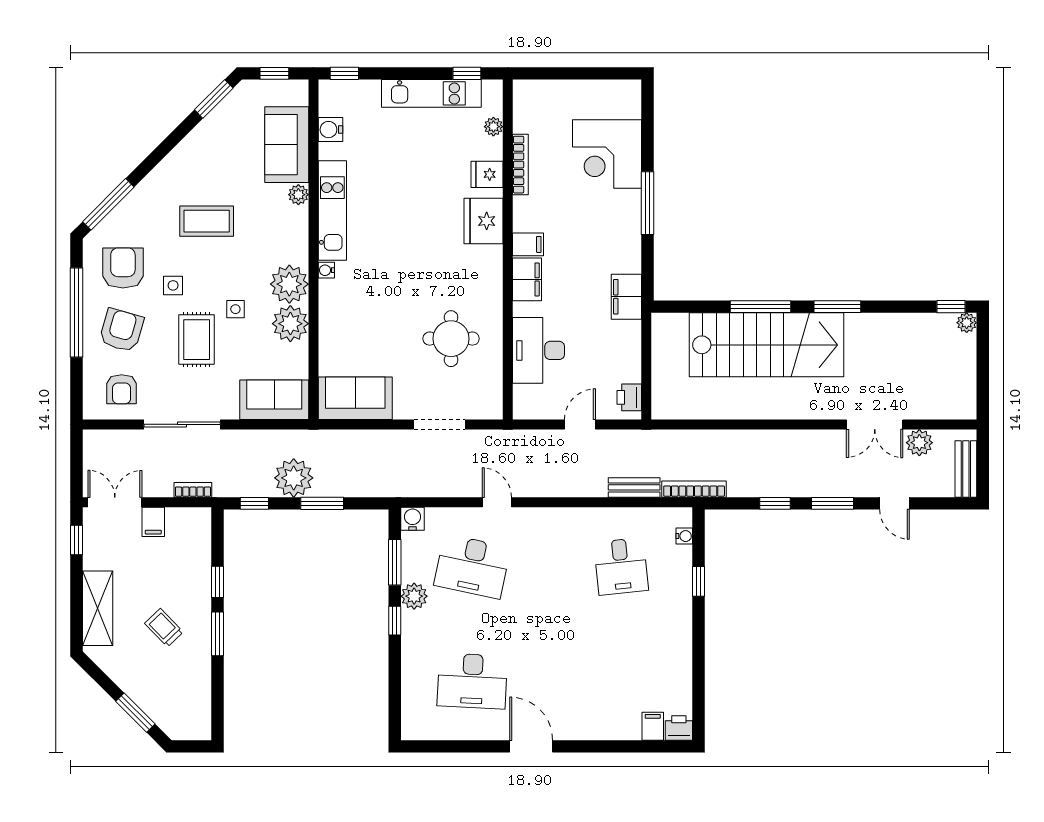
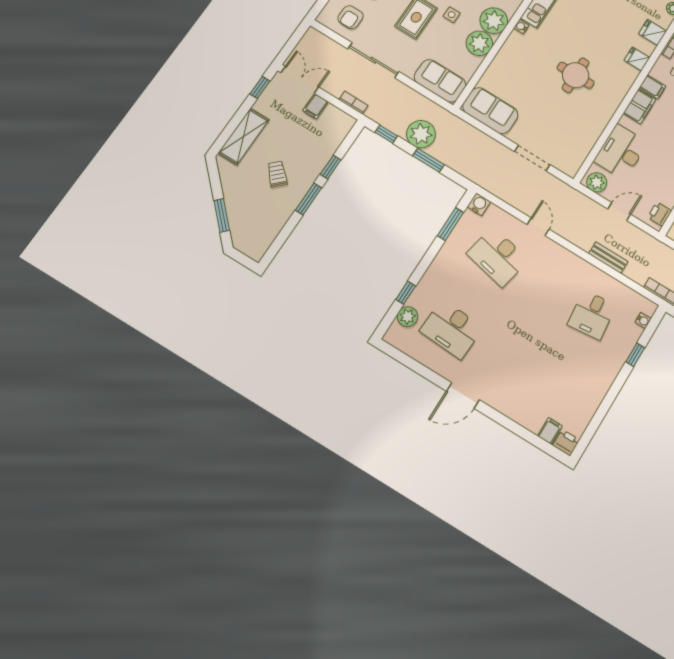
fridge: (484, 221) -> (637, 59), width x0.53, depth x0.75
round table: (451, 339) -> (576, 75), moved
plant: (532, 406) -> (597, 182), added
bench: (634, 487) -> (608, 258), moved
plant: (414, 596) -> (408, 317), moved
window: (395, 621) -> (406, 293), moved
door: (531, 746) -> (463, 395), swing flipped

